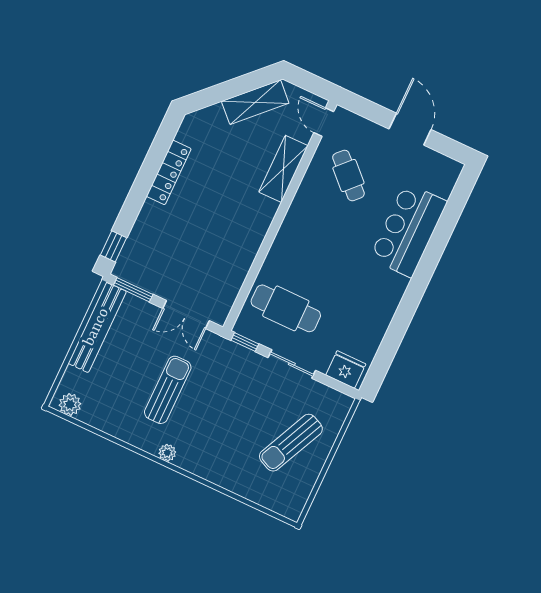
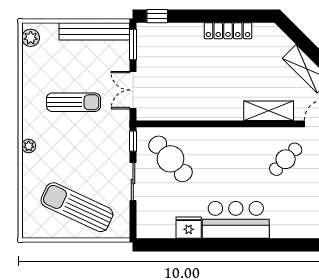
bar counter: (408, 230) -> (236, 220), moved
cafe table: (286, 308) -> (170, 159), turned -42
fridge: (346, 370) -> (189, 228), moved, turned -90
sun lounger: (291, 443) -> (77, 207), width x1.36, depth x1.34
plant: (167, 453) -> (29, 146), moved

